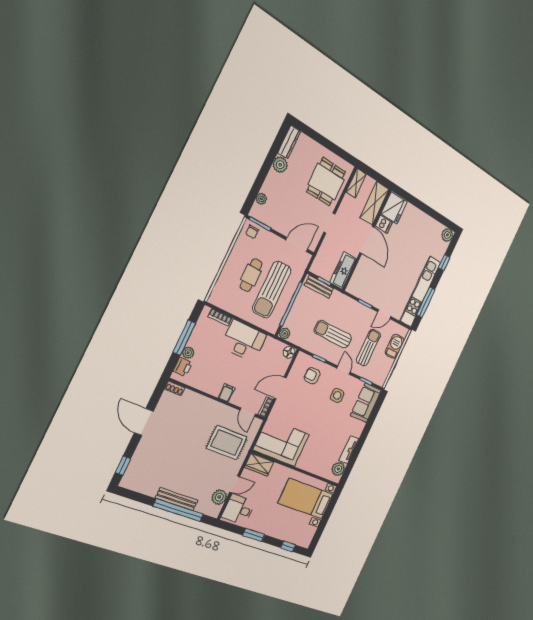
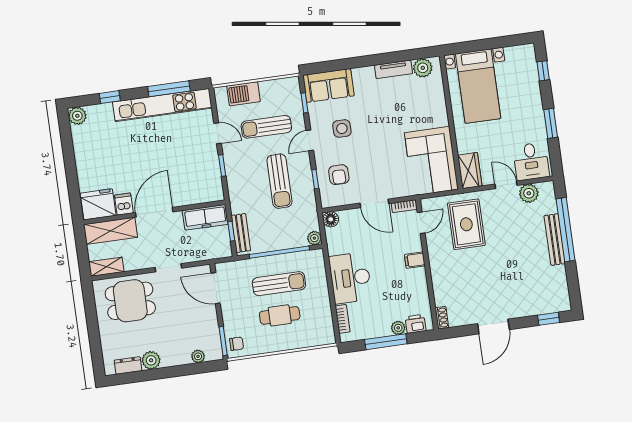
dresser: (289, 142) -> (128, 365), width x0.70
sun lounger: (272, 289) -> (279, 284), width x0.73, depth x0.75

